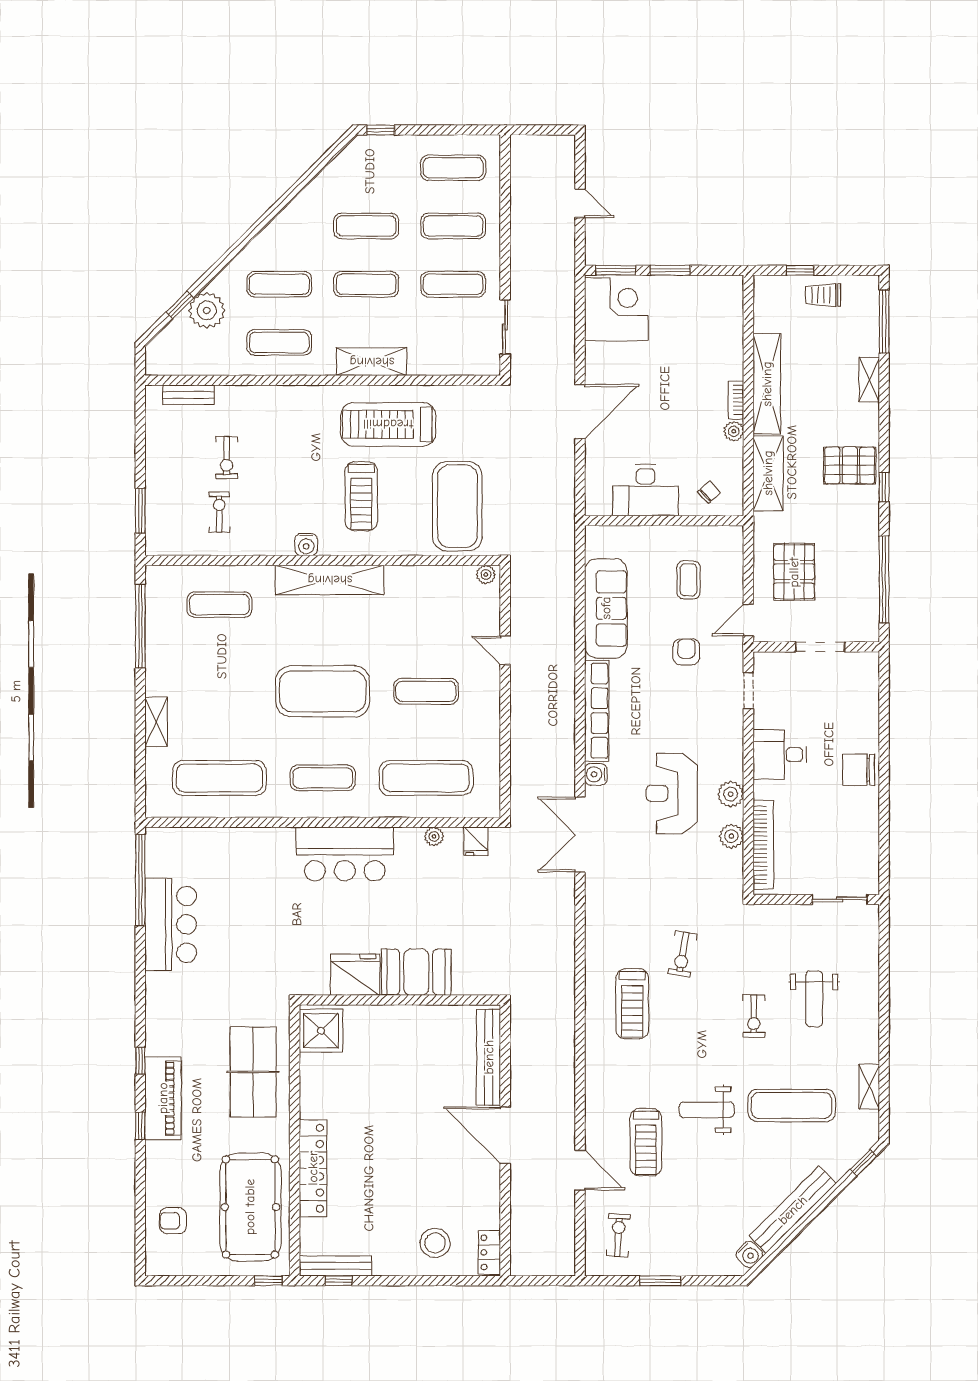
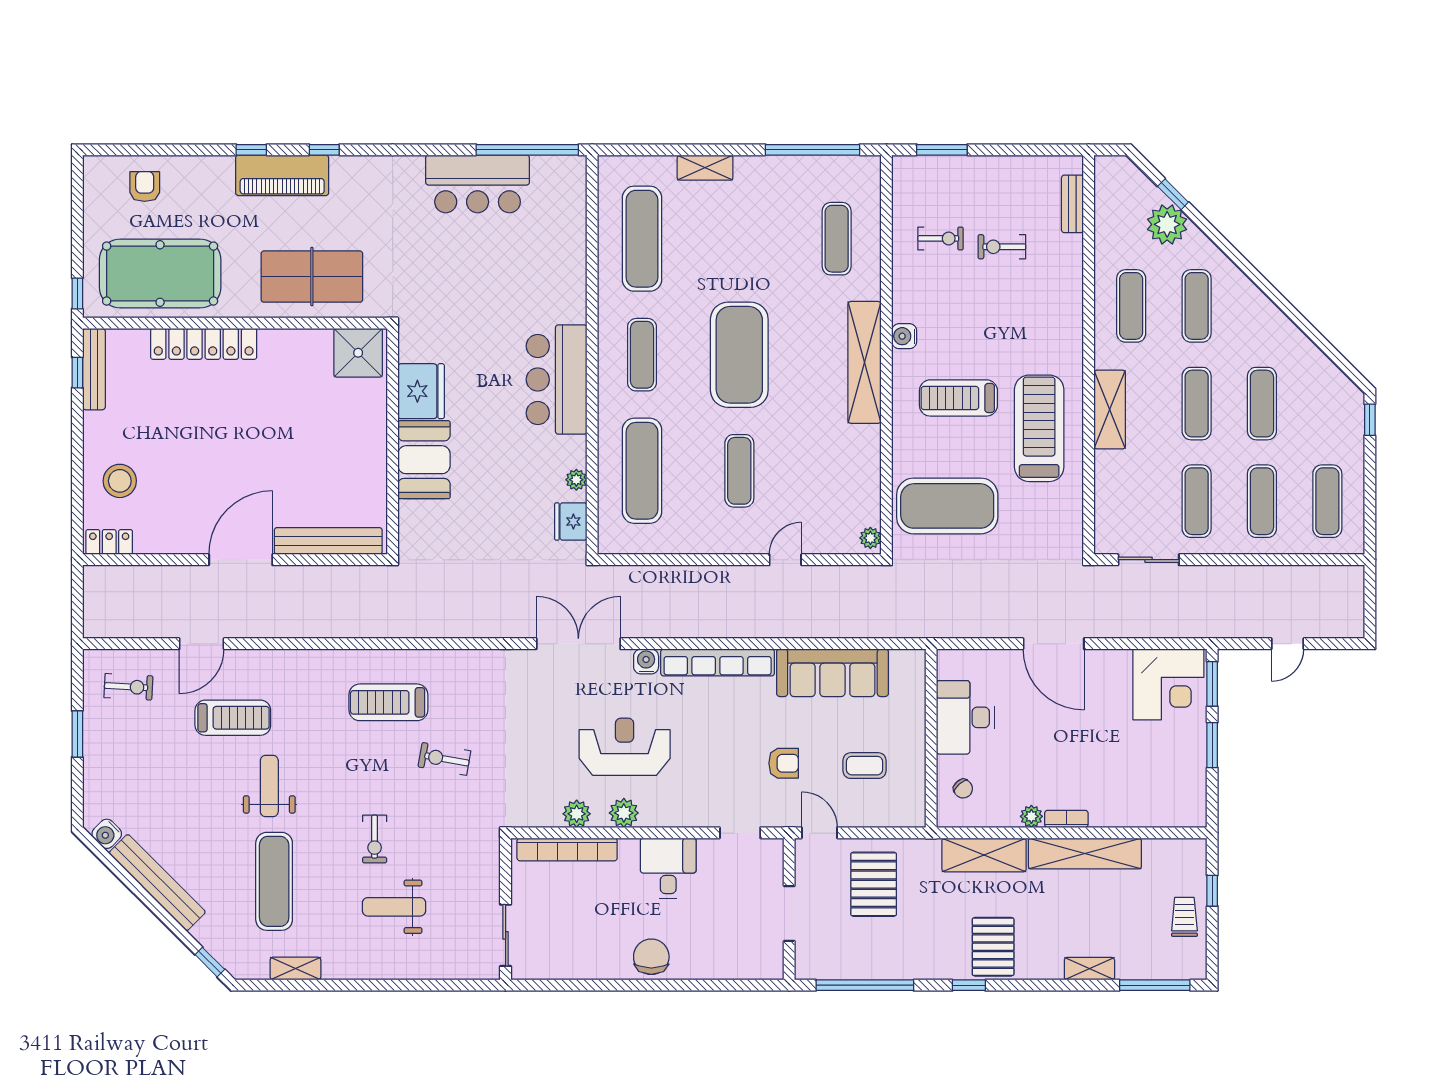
pallet: (794, 572) -> (874, 884), turned 90
fridge: (476, 841) -> (571, 522), width x1.38
exercise bike: (754, 1016) -> (375, 839), turned -90
treadmill: (646, 1142) -> (233, 718), turned 180

